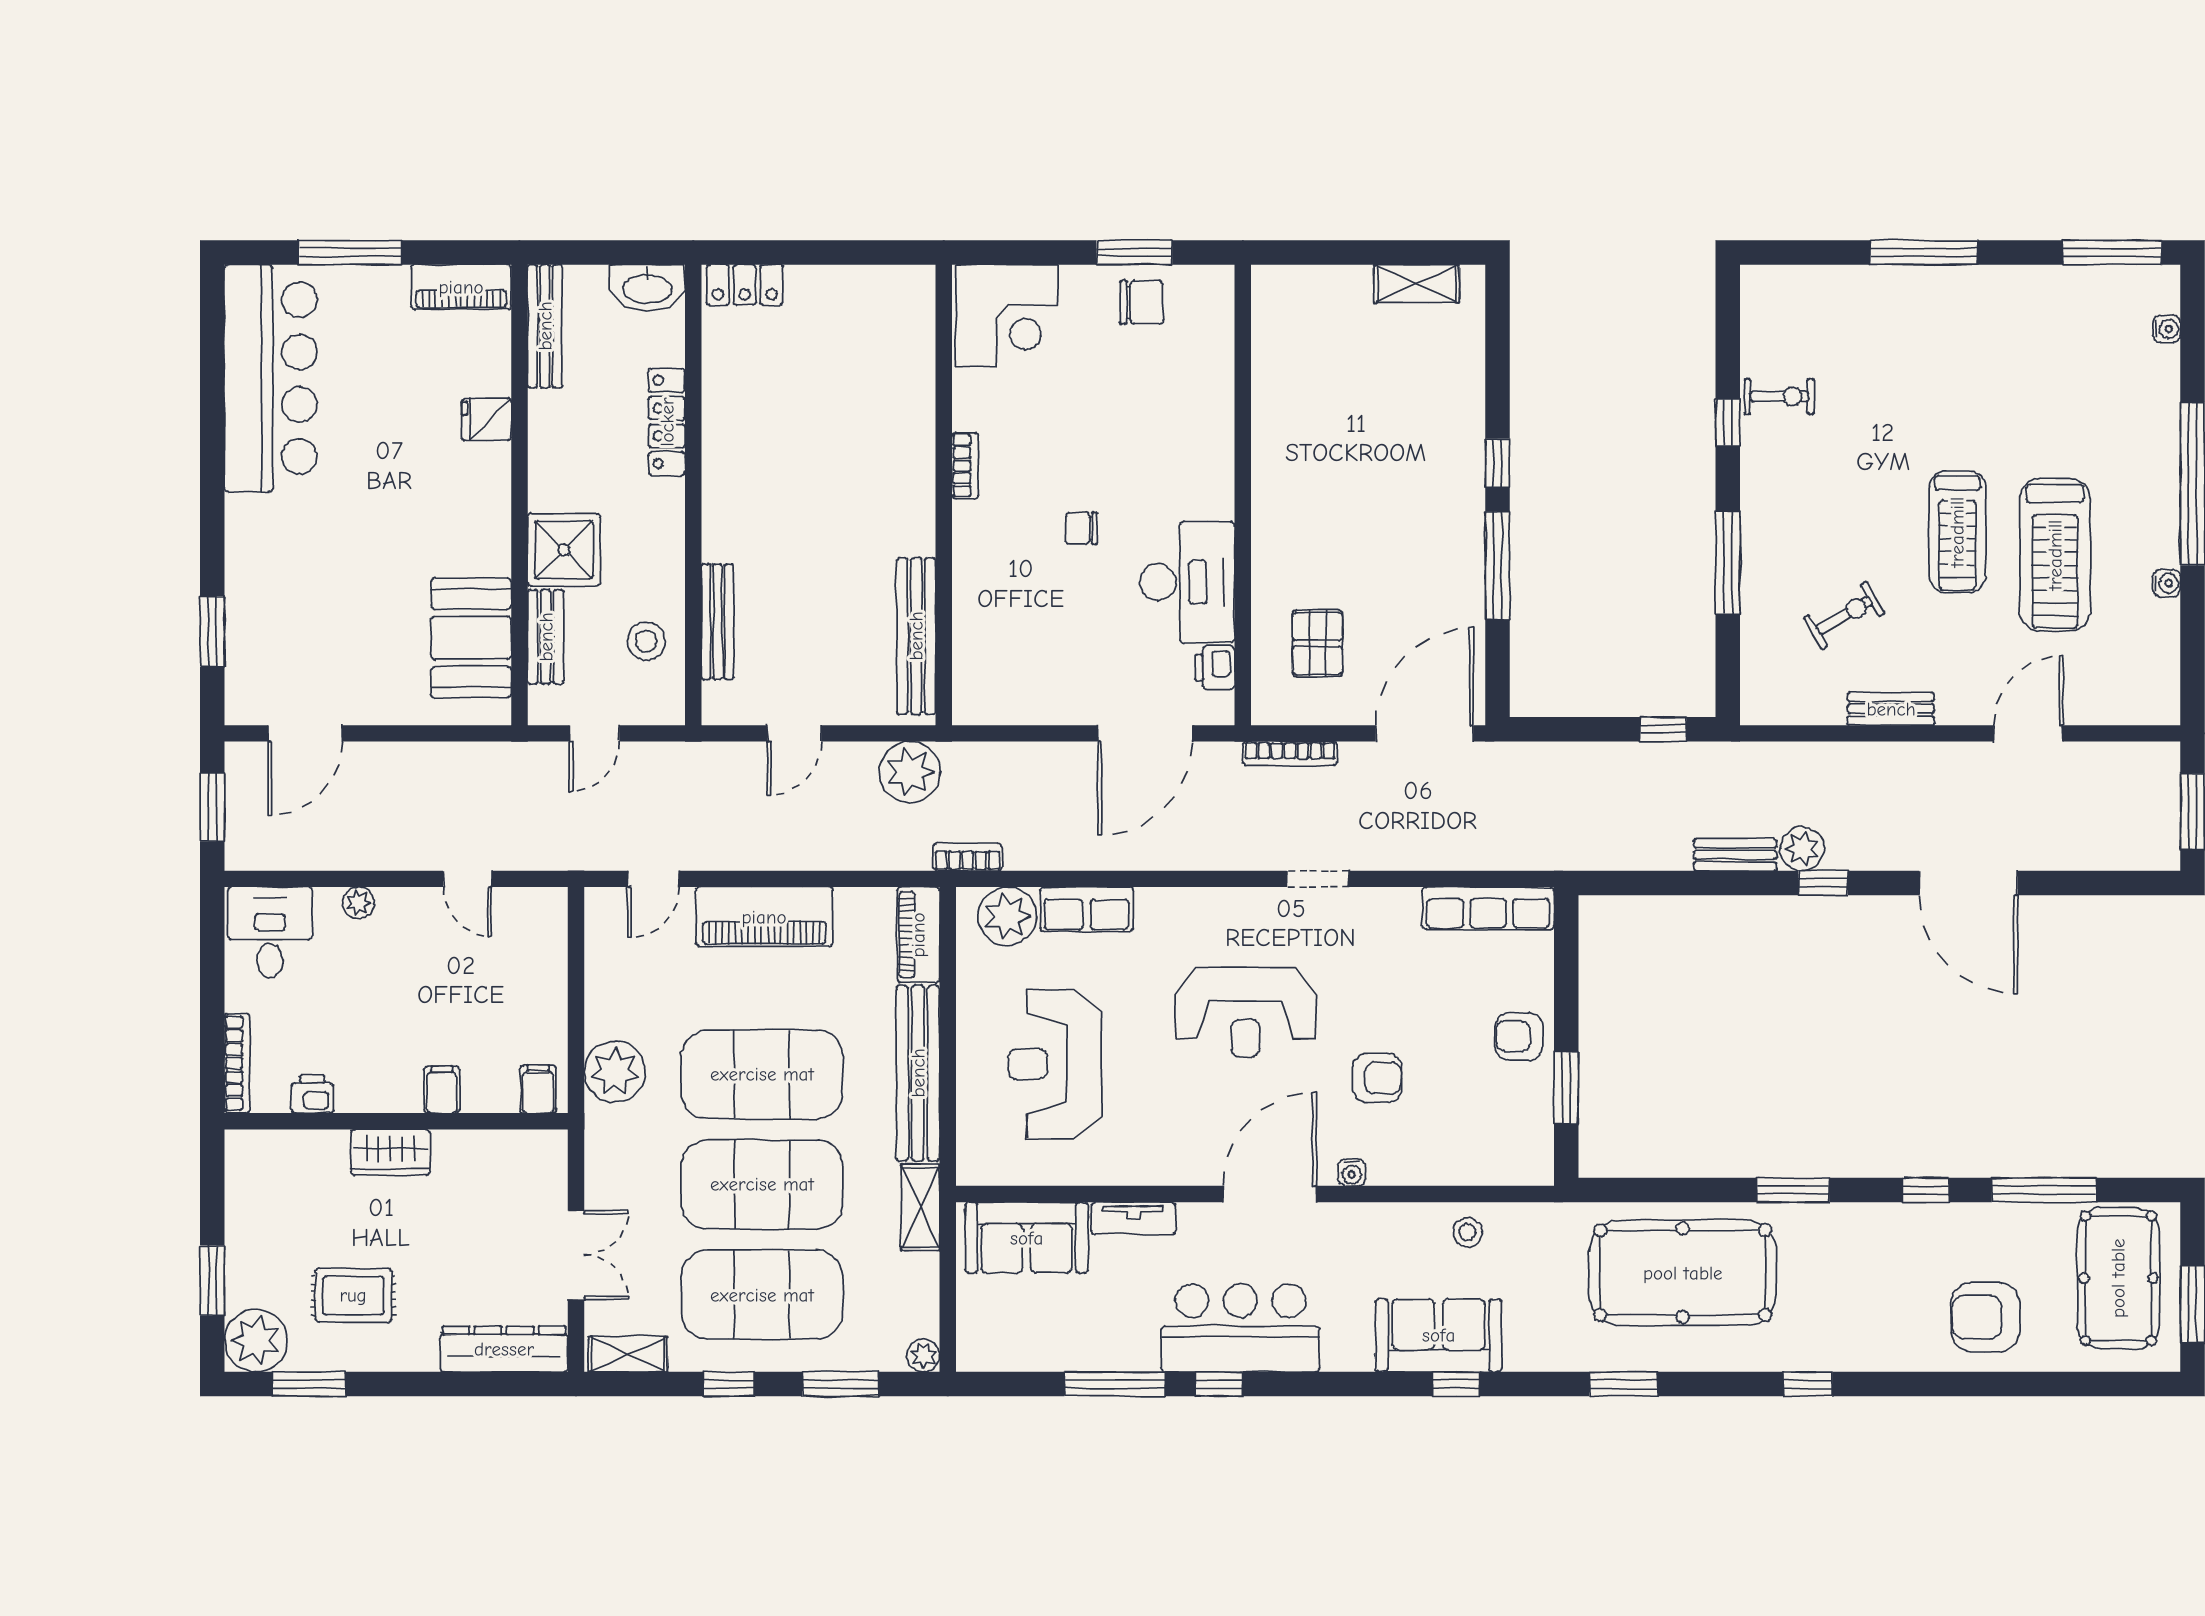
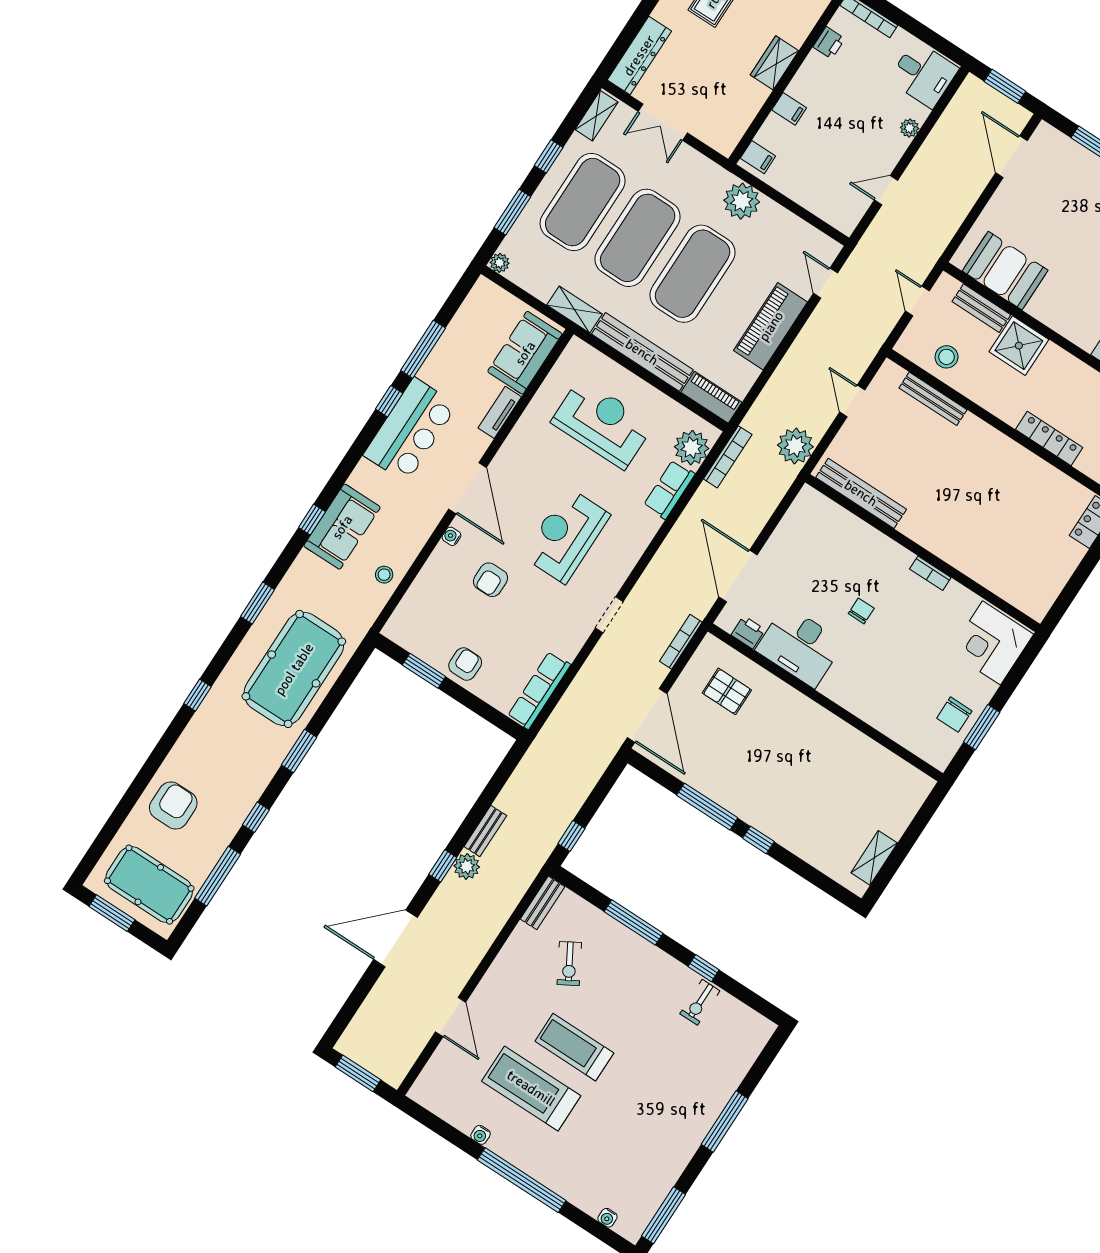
bench: (1891, 709) -> (543, 903), moved
bookcase: (968, 857) -> (728, 457), width x1.56

